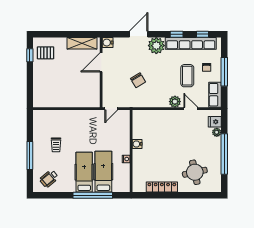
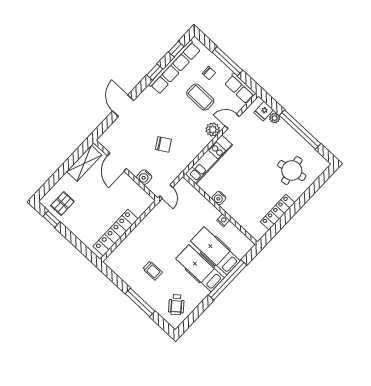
water cooler: (108, 43) -> (144, 177), moved
plant: (156, 46) -> (148, 99), removed
locker: (58, 101) -> (116, 233), added
kitchen unit: (155, 116) -> (209, 160), added

